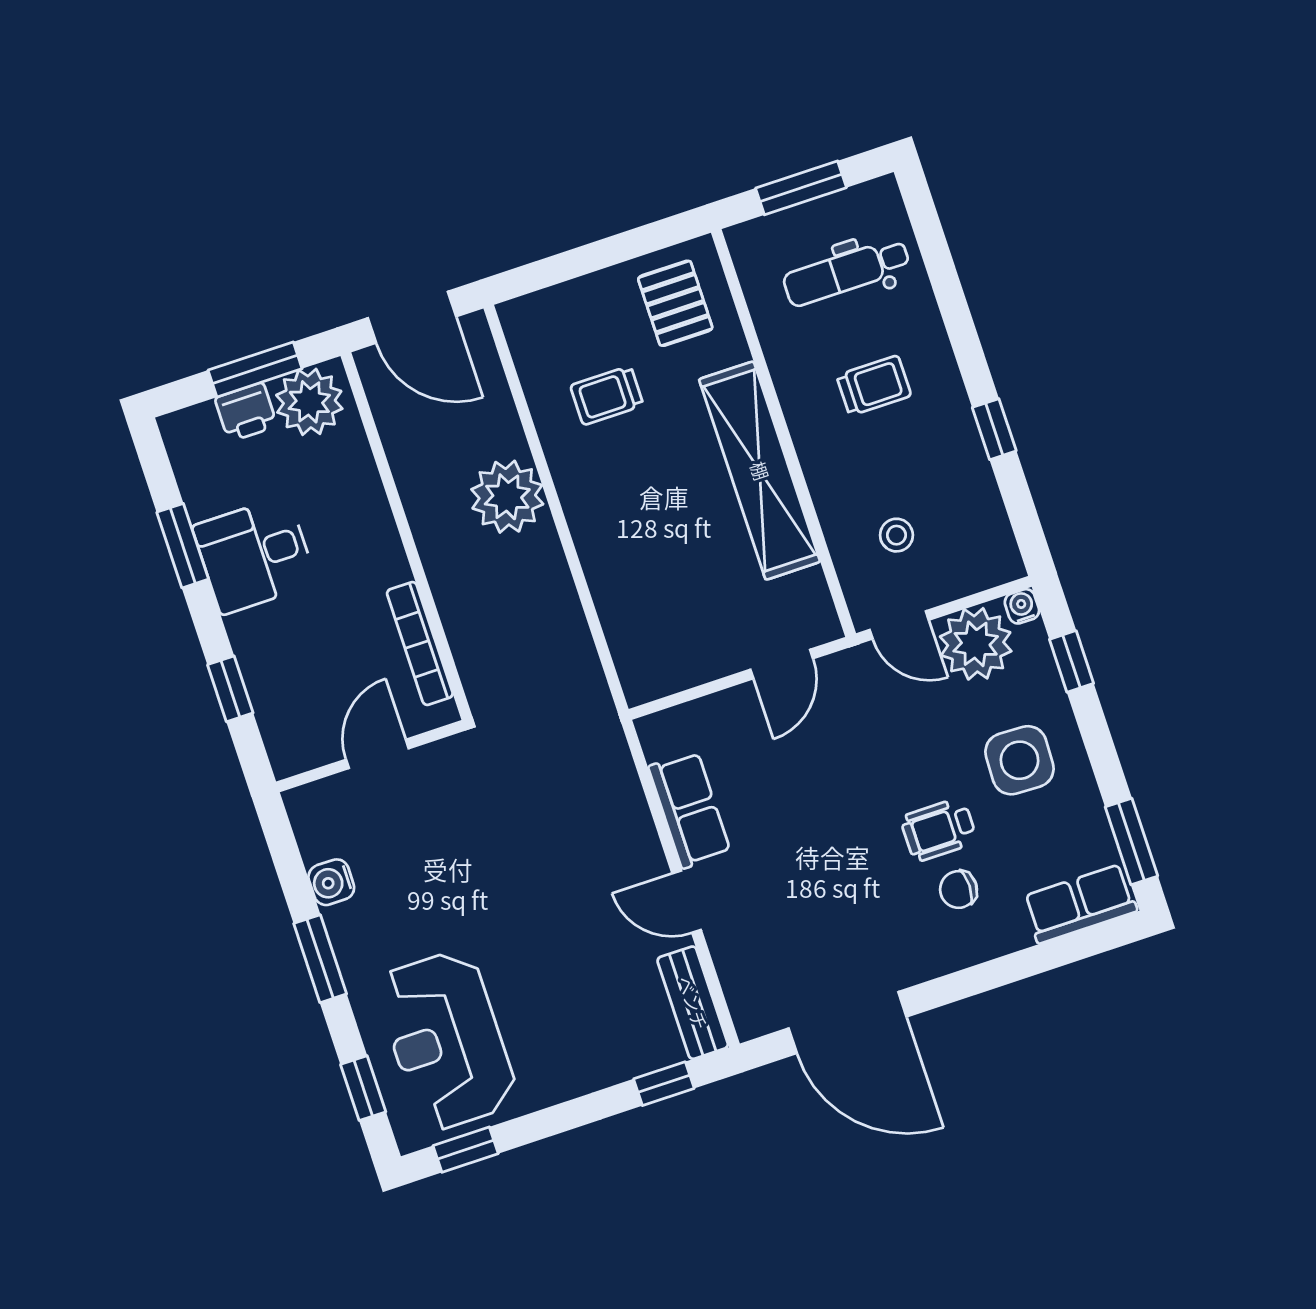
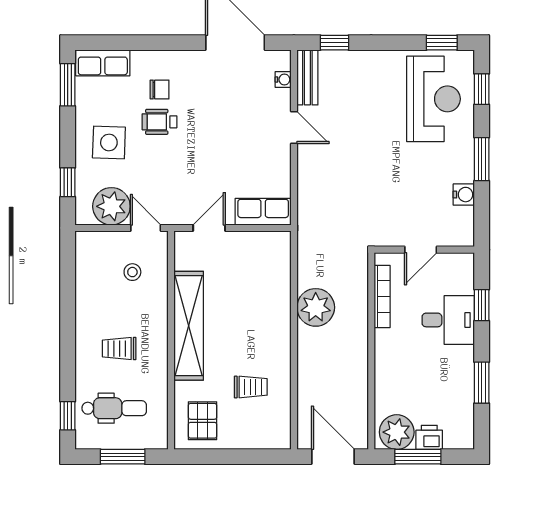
window: (994, 429) -> (68, 416), moved
plant: (507, 497) -> (316, 307), moved
desk: (255, 555) -> (448, 320), moved
water cooler: (1022, 606) -> (283, 79), moved, turned -90
row of seats: (689, 810) -> (263, 212), moved, turned 90
wheelchair: (939, 830) -> (160, 122), turned 180

